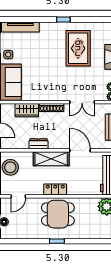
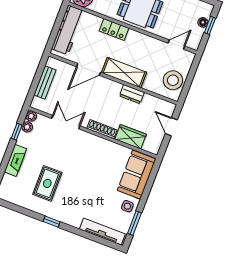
rug: (78, 48) -> (47, 183), width x0.73, depth x0.70
door: (80, 150) -> (88, 69), hinge flipped
locker: (55, 189) -> (114, 29), moved

